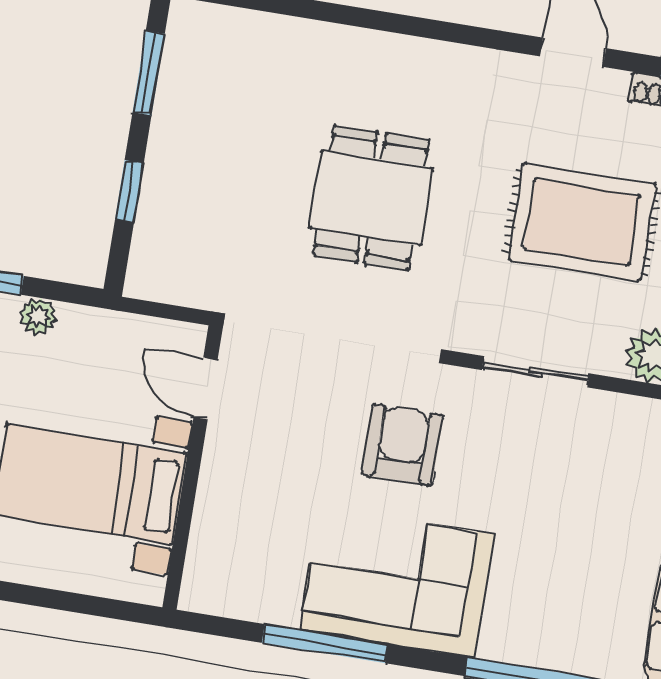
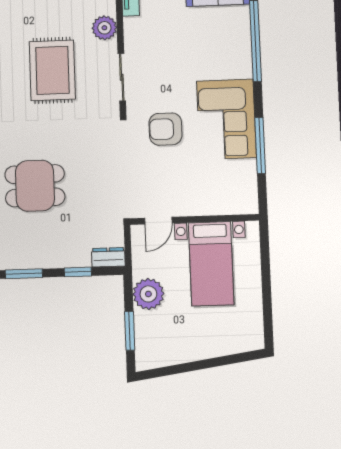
dining table: (371, 198) -> (35, 186), moved
dresser: (148, 264) -> (108, 257), added
plant: (38, 316) -> (148, 294), width x1.87, depth x1.87

